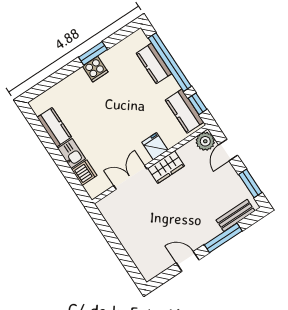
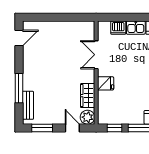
kitchen counter: (185, 111) -> (115, 117), removed
wardrobe: (166, 167) -> (88, 96), moved
double door: (130, 177) -> (96, 55), swing flipped
door: (188, 261) -> (19, 38), moved

